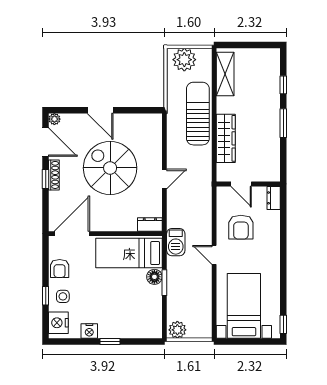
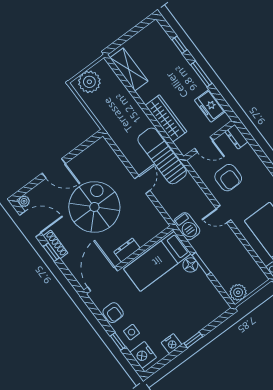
sun lounger: (198, 114) -> (162, 156), moved
freezer: (271, 155) -> (210, 106), added
spiral stairs: (110, 168) -> (94, 207), turned 90
dresser: (150, 224) -> (127, 250), moved

